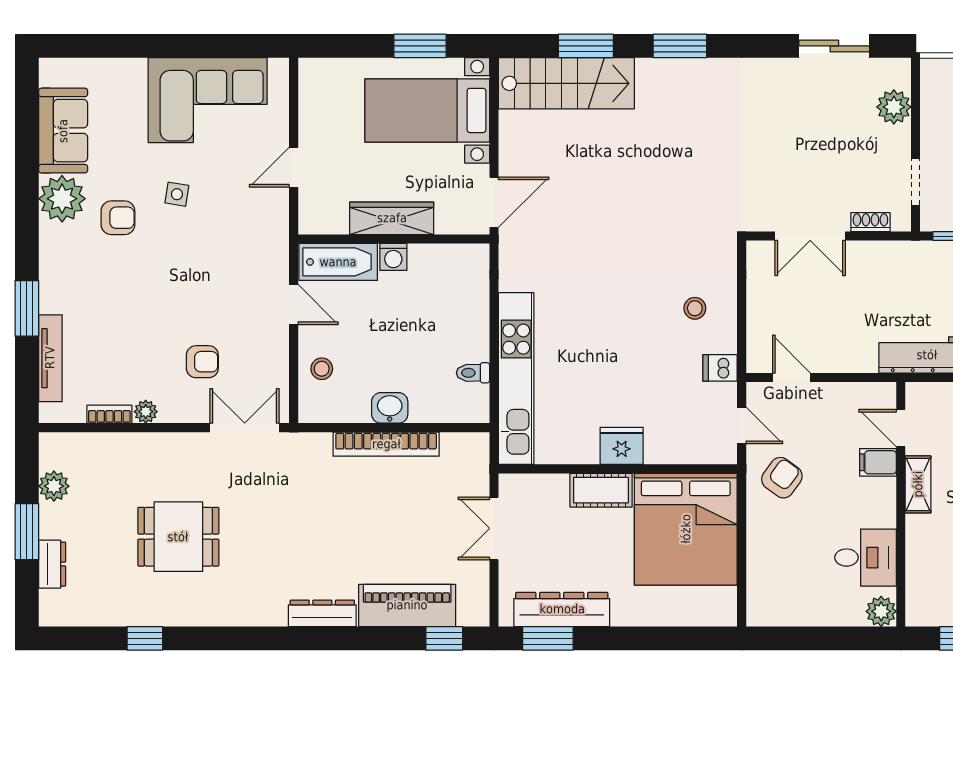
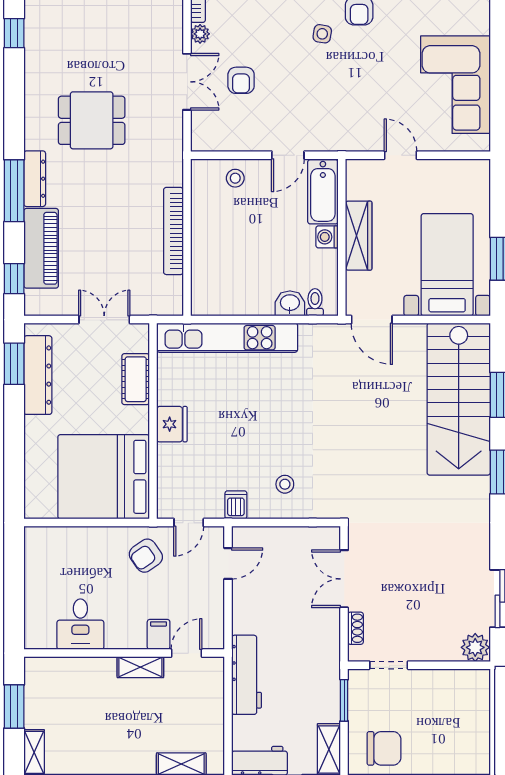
stairs: (566, 83) -> (459, 399), width x1.36, depth x1.51
plant: (894, 107) -> (475, 647), moved
side table: (177, 194) -> (322, 34), moved
toilet: (473, 373) -> (315, 302), moved
washbasin: (390, 408) -> (290, 303), moved, turned -90
double door: (245, 428) -> (187, 82), moved
armchair: (782, 478) -> (146, 556), turned 109
cot: (601, 490) -> (136, 379), moved
dining table: (178, 537) -> (92, 120), moved, turned 90
plant: (881, 611) -> (36, 637), removed
window: (337, 638) -> (14, 191), added

